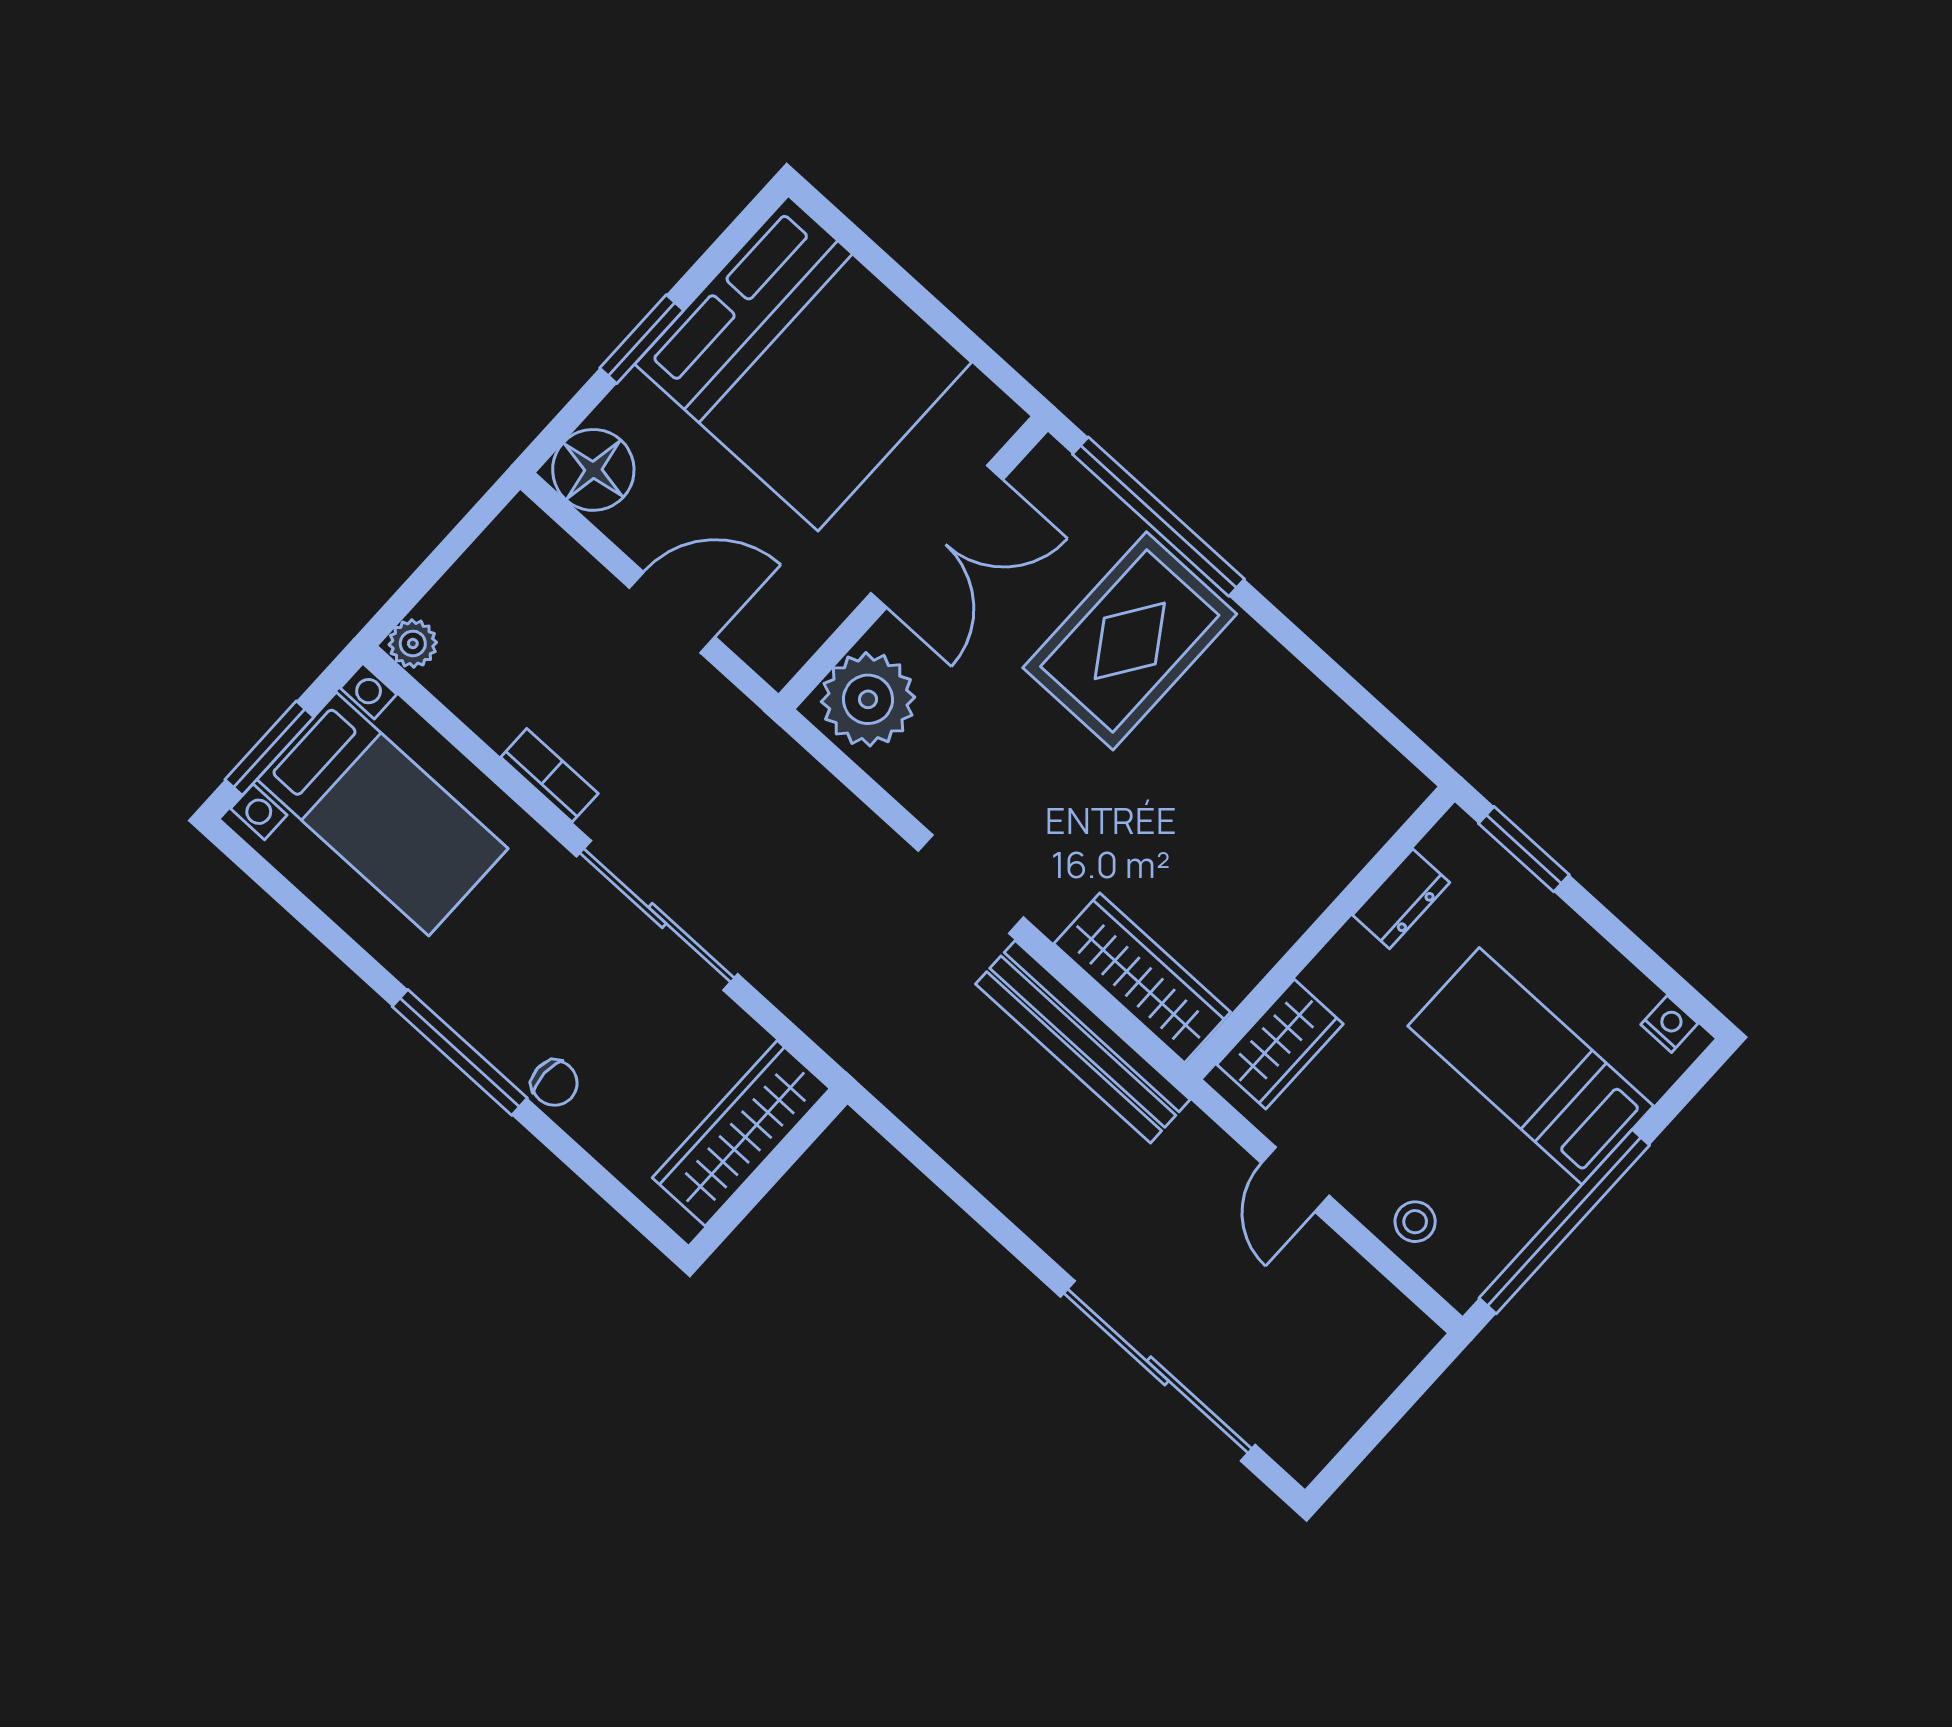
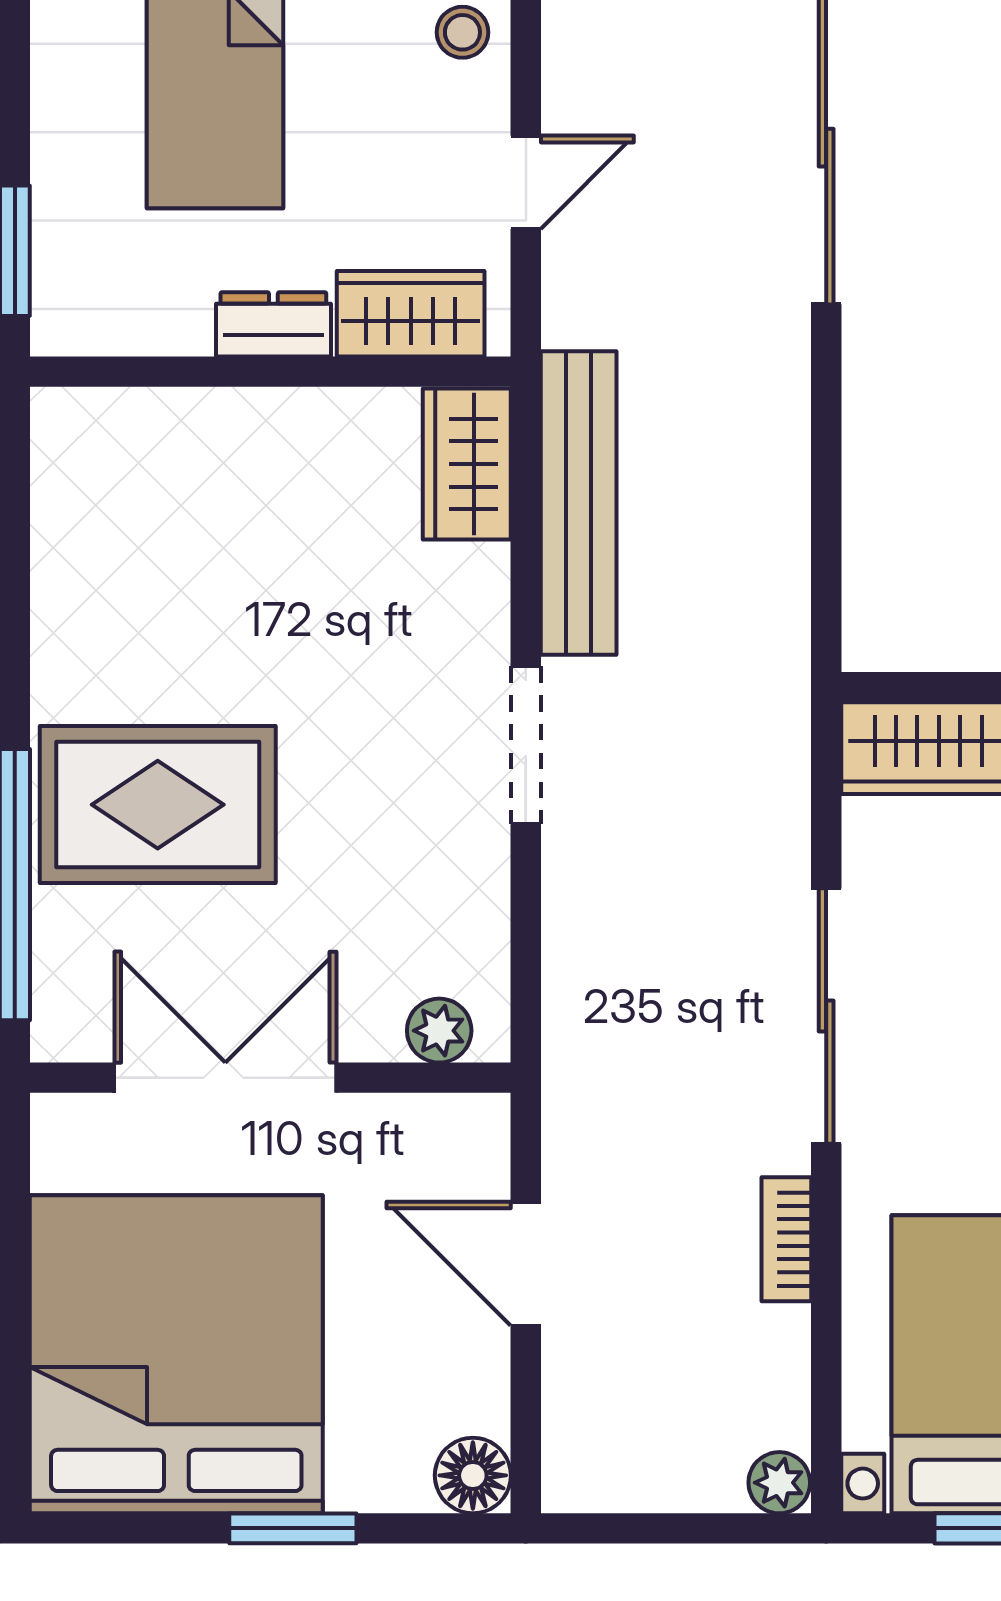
floor lamp: (593, 470) -> (473, 1475), width x0.73, depth x0.73
plant: (868, 699) -> (439, 1031), width x0.53, depth x0.53
dresser: (1401, 899) -> (273, 324), moved
wardrobe: (1142, 978) -> (467, 464), width x0.67

